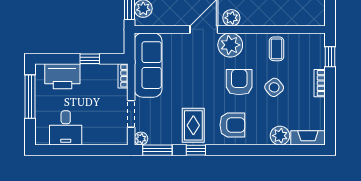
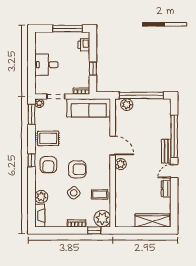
plant: (230, 45) -> (102, 218), moved
printer: (62, 76) -> (84, 45), width x0.53, depth x0.68
desk: (66, 128) -> (46, 65), moved
window: (196, 150) -> (31, 160), moved

